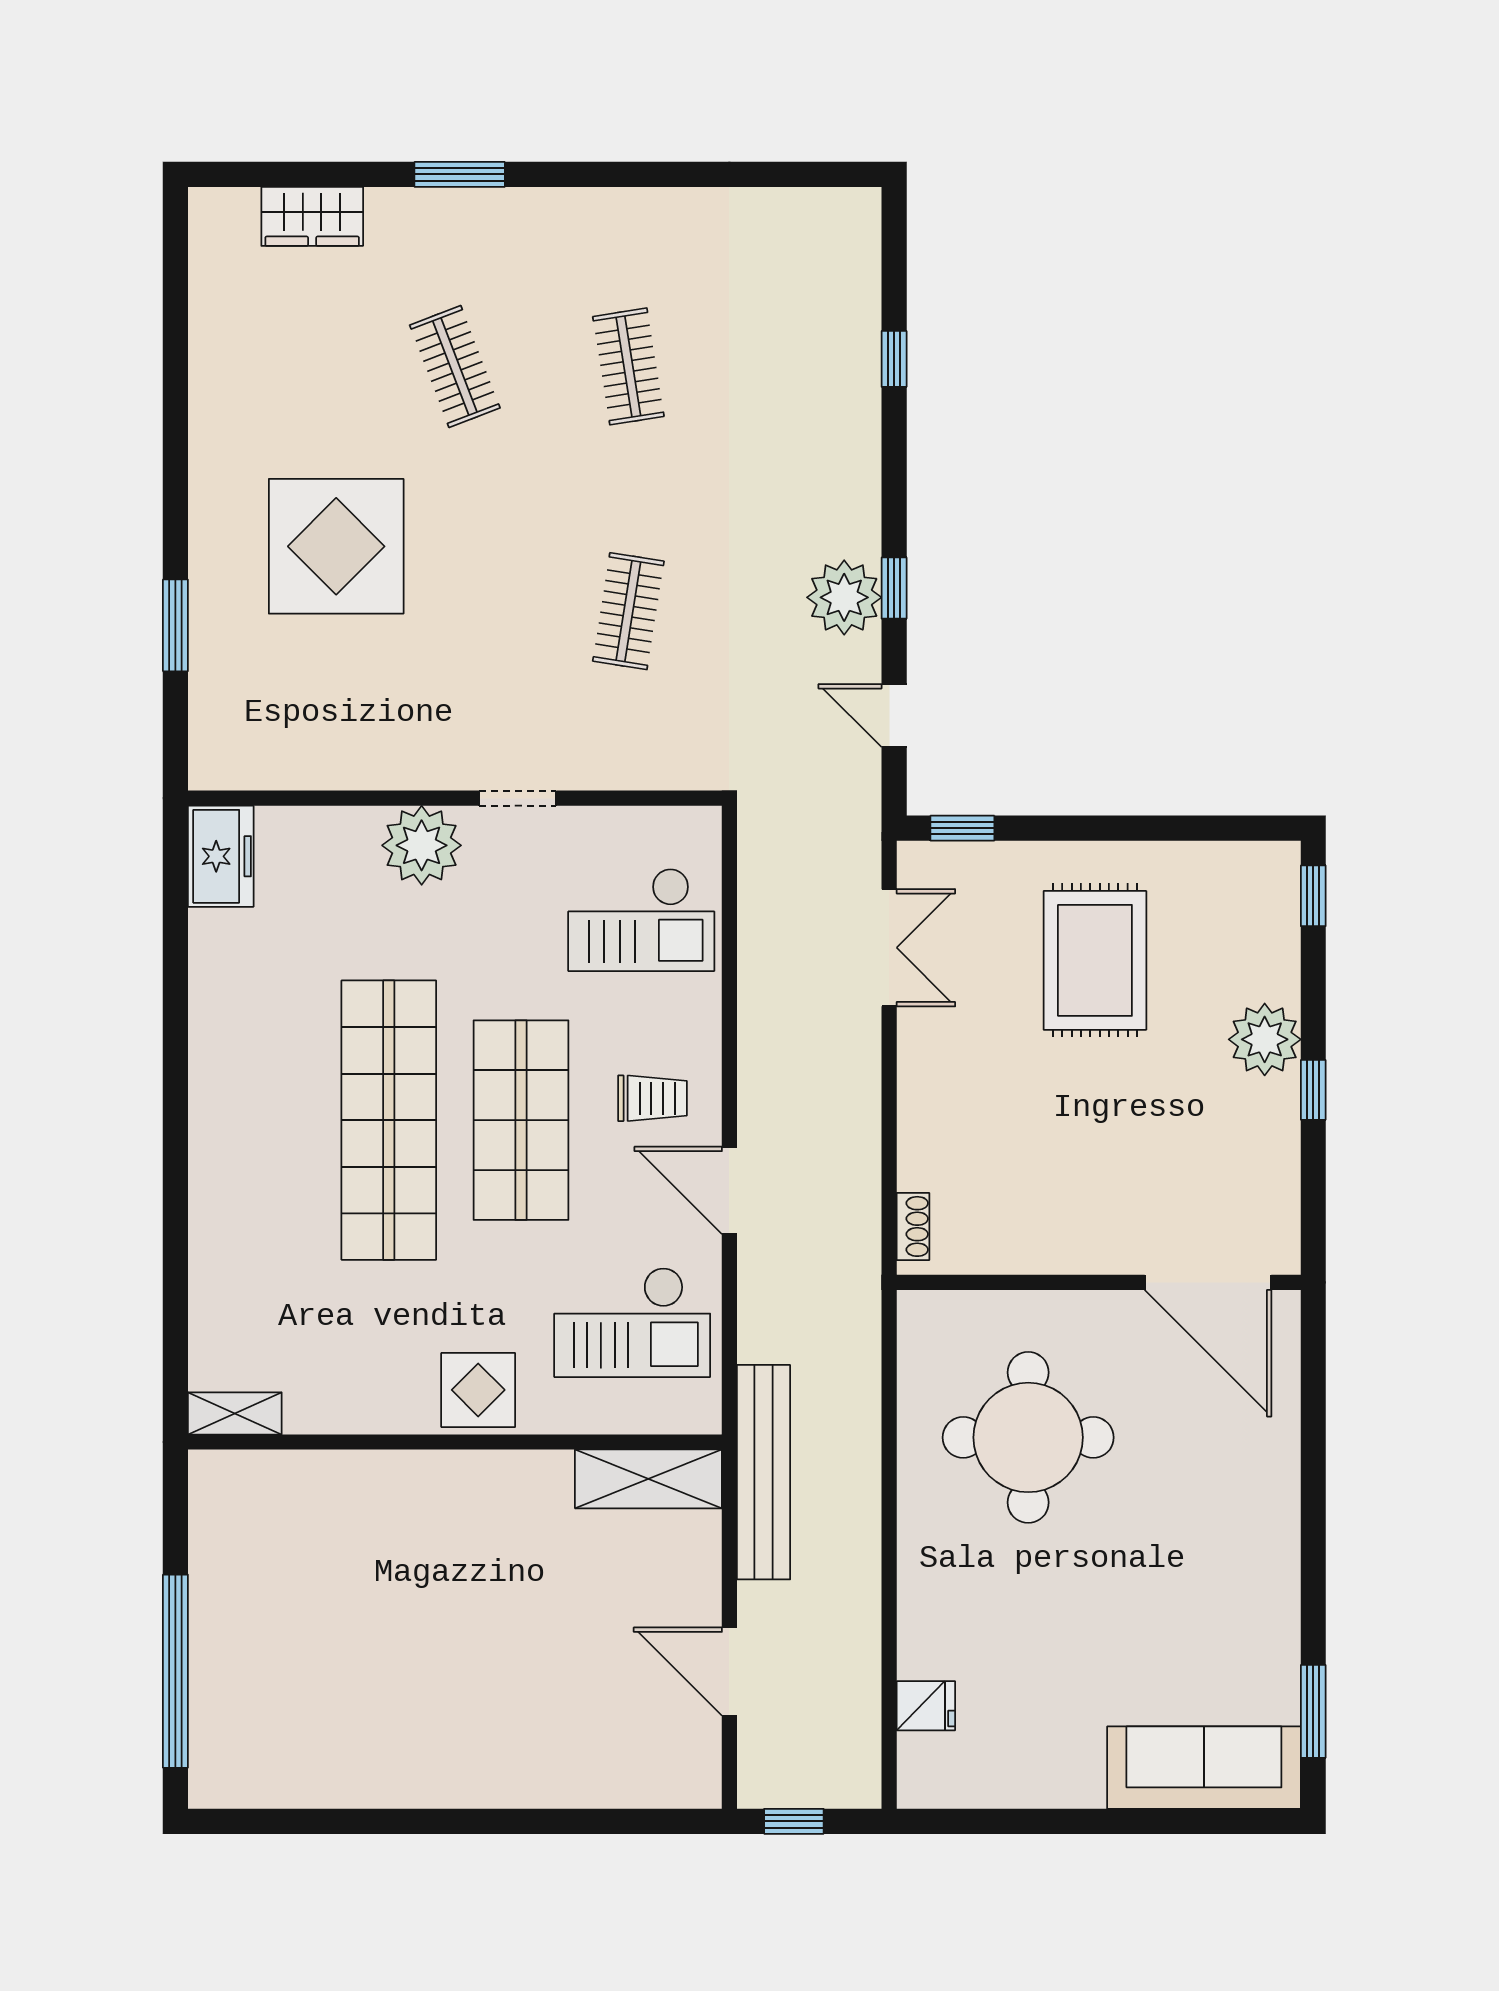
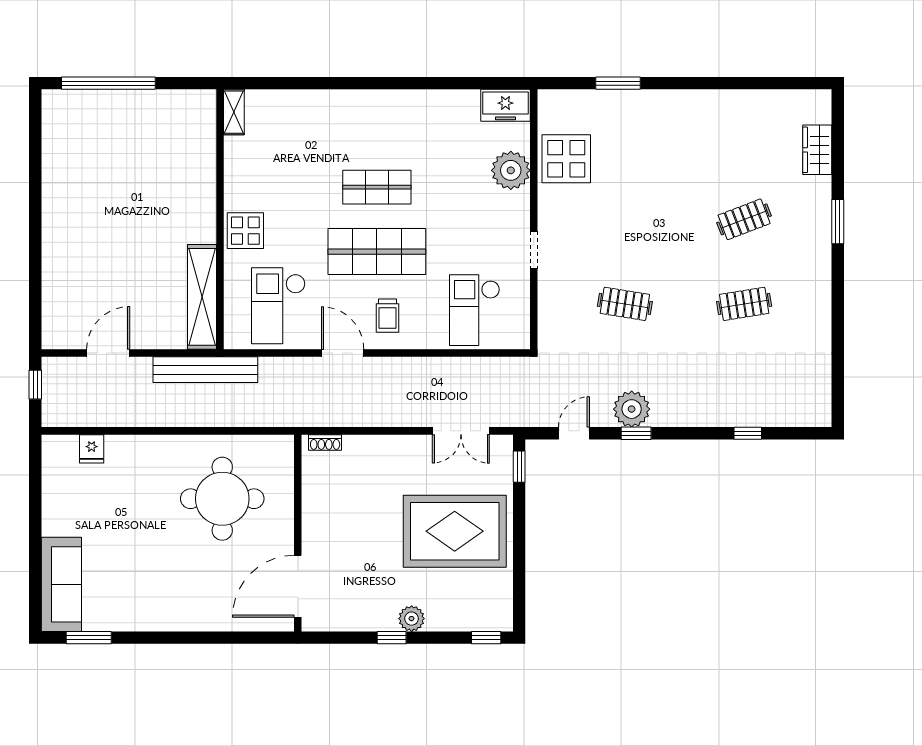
display table: (336, 546) -> (566, 159), moved, width x0.73, depth x0.73
plant: (422, 845) -> (511, 170), moved
rug: (1095, 960) -> (455, 531), width x1.37, depth x1.44
plant: (1265, 1039) -> (412, 619), width x0.73, depth x0.73
shop shelf: (389, 1120) -> (377, 187), width x0.50, depth x0.74
door: (729, 1190) -> (343, 353), hinge flipped
shelving: (648, 1479) -> (202, 297), width x1.47

